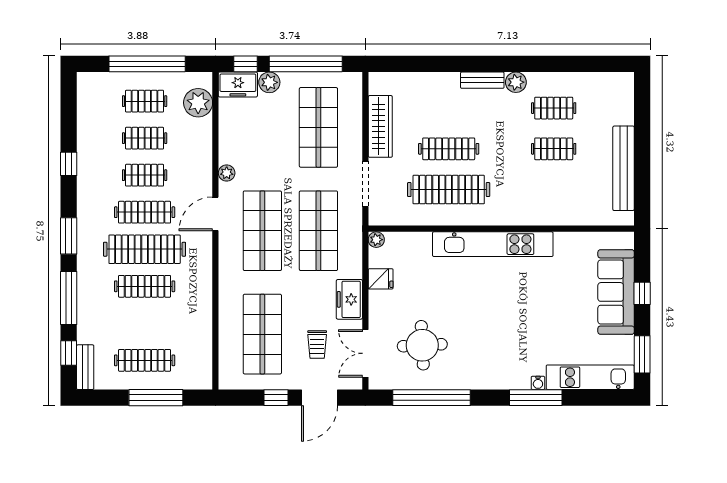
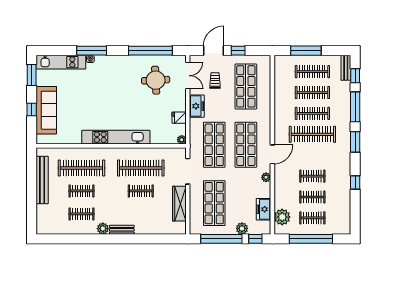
freezer: (238, 84) -> (264, 209), moved, turned -90
clothes rail: (449, 149) -> (141, 191), width x0.73
clothes rail: (554, 190) -> (81, 168), added
clothes rail: (145, 212) -> (312, 93), moved

